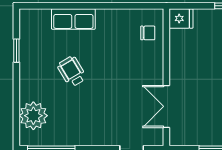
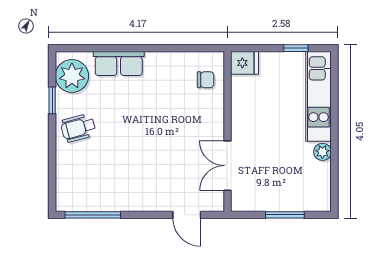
wheelchair: (72, 71) -> (78, 128), moved, turned -74
plant: (33, 116) -> (72, 76), moved

